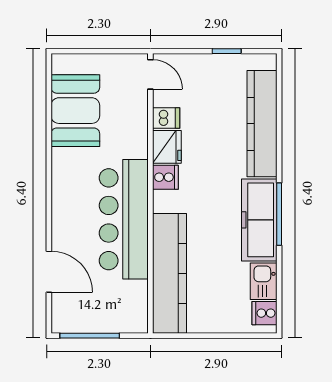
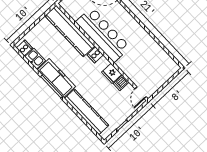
door: (150, 74) -> (141, 93), hinge flipped
booth: (75, 111) -> (155, 56), removed
cooker: (165, 177) -> (95, 55), moved

